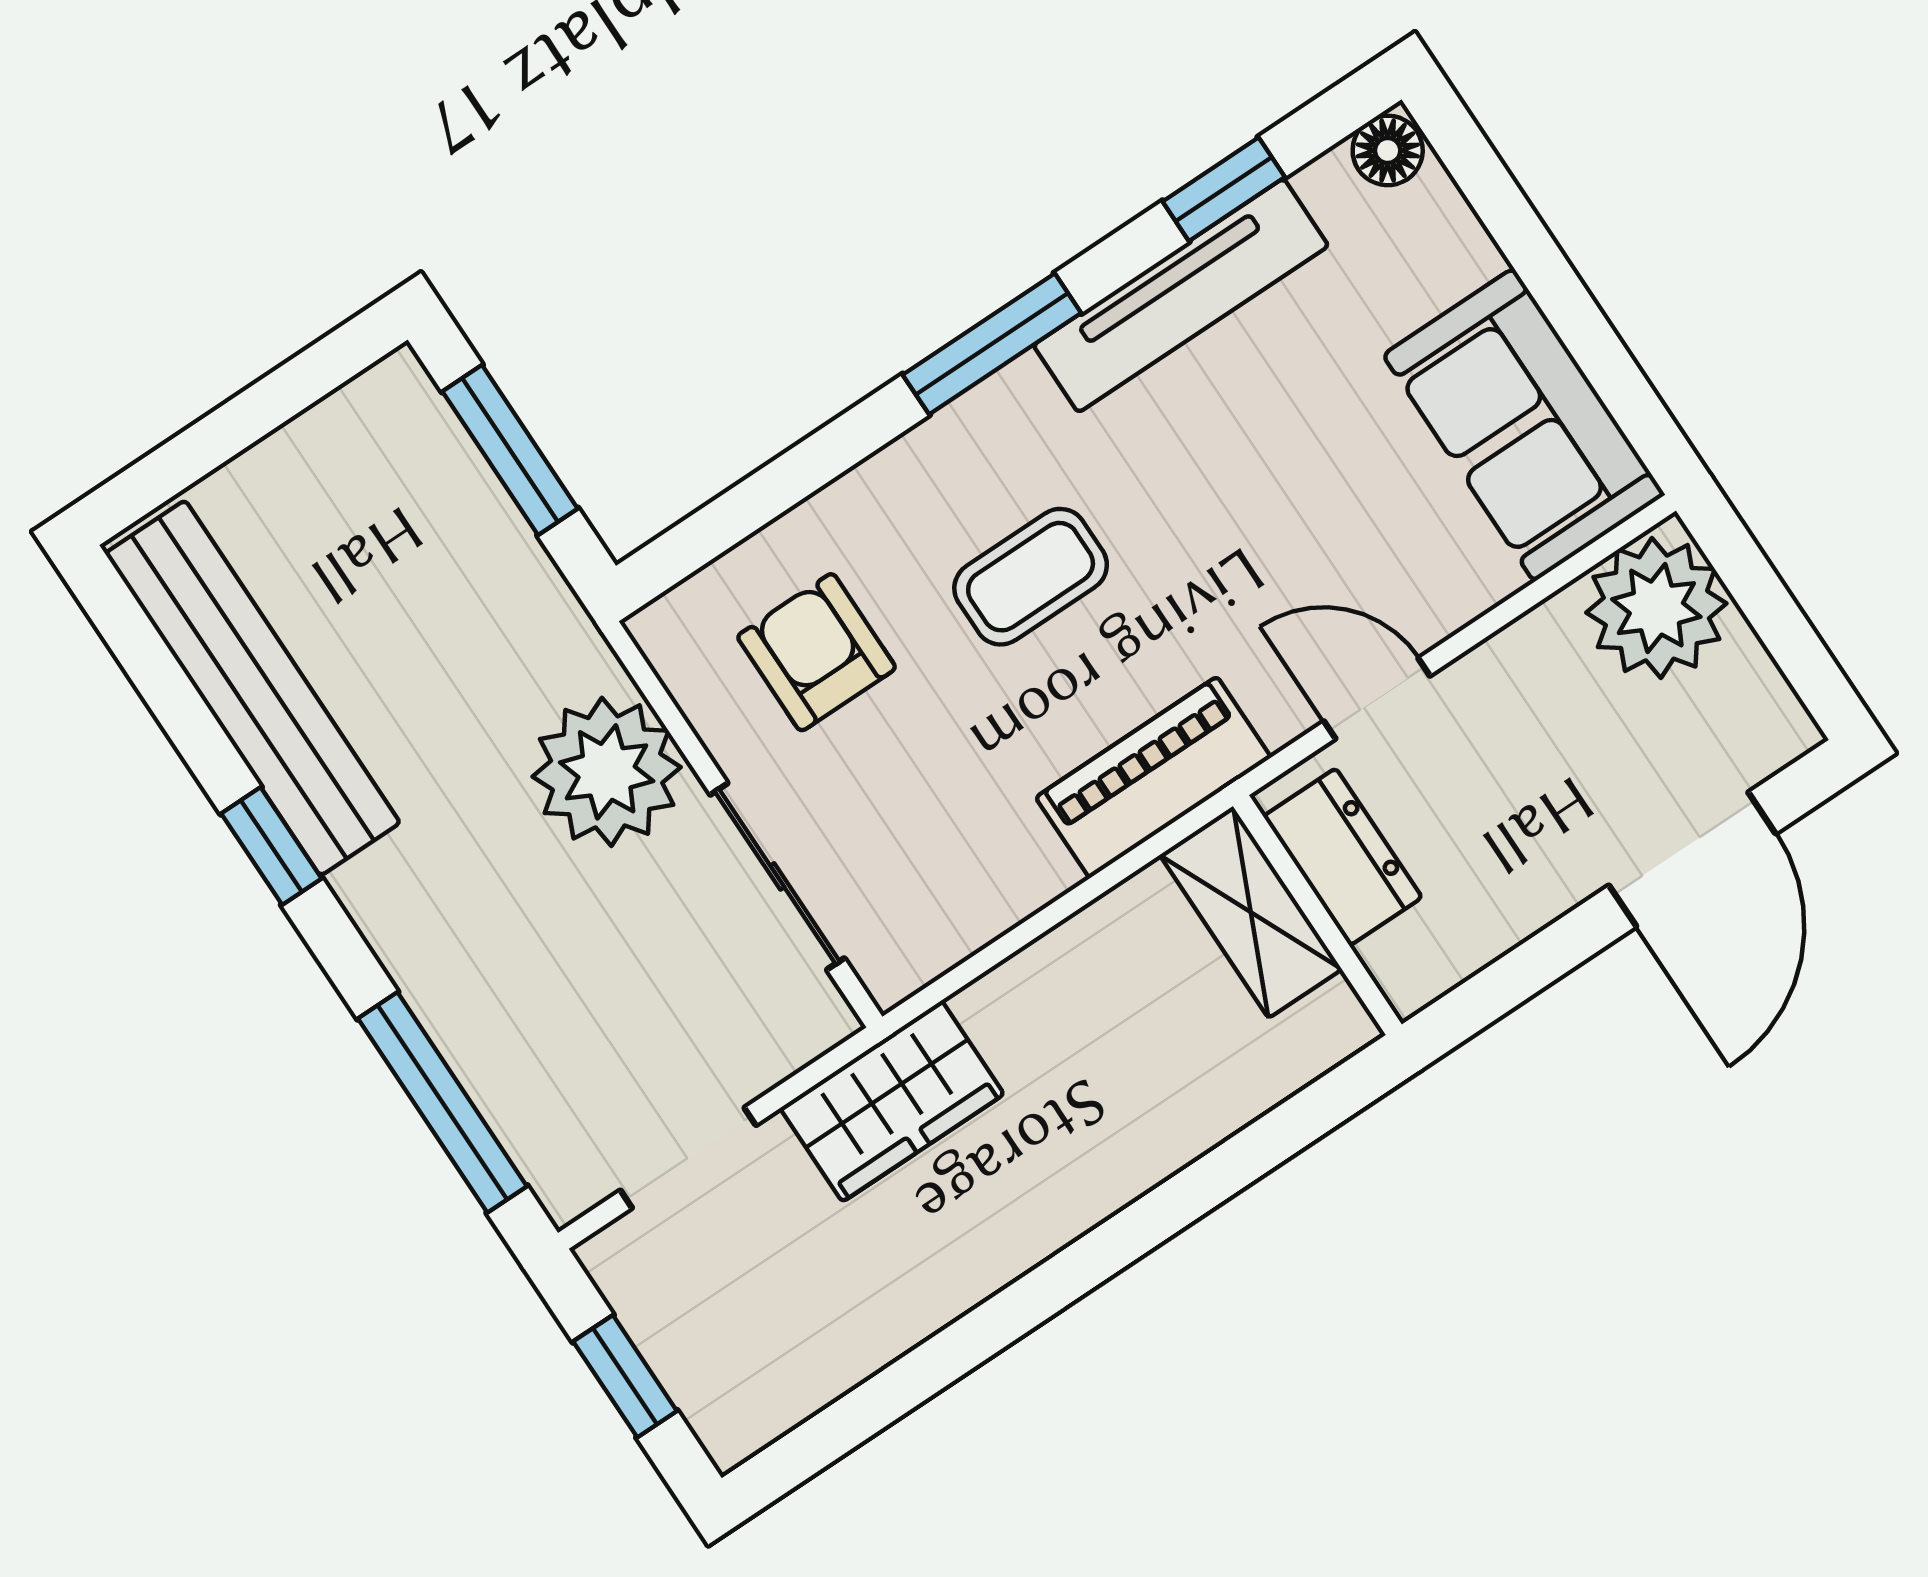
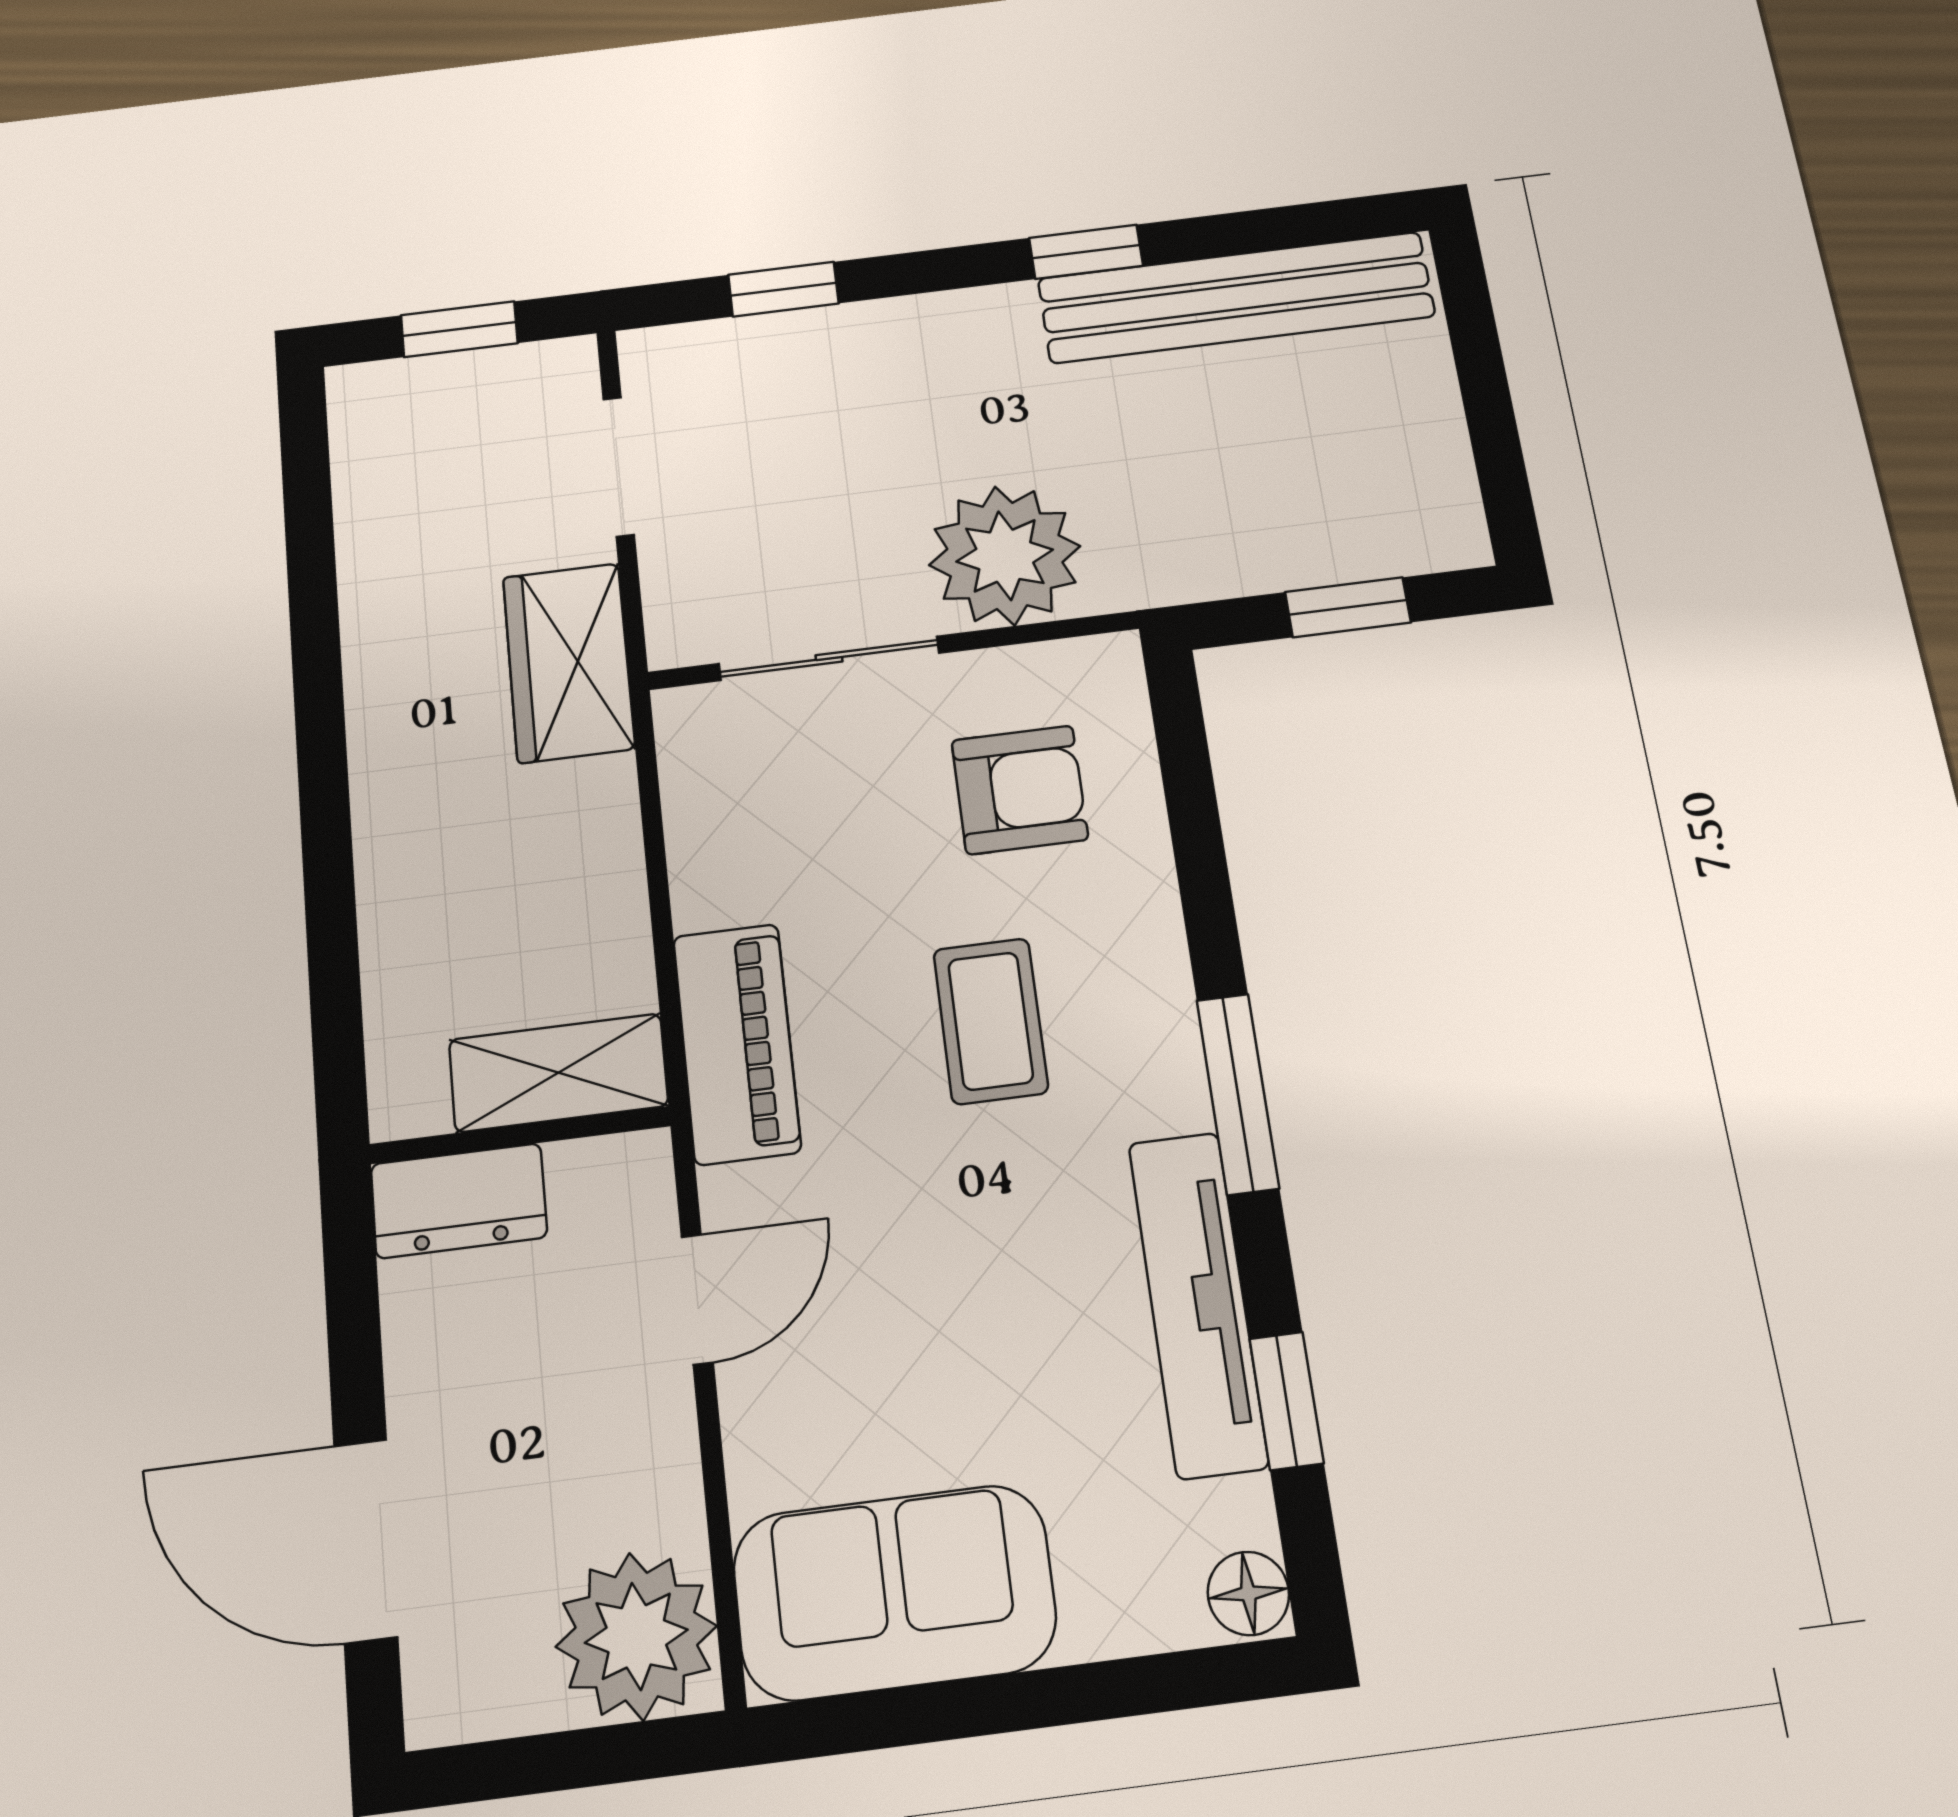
window: (510, 450) -> (1348, 607), width x0.67
dresser: (1343, 857) -> (459, 1201), moved
window: (442, 1102) -> (783, 289), width x0.46

